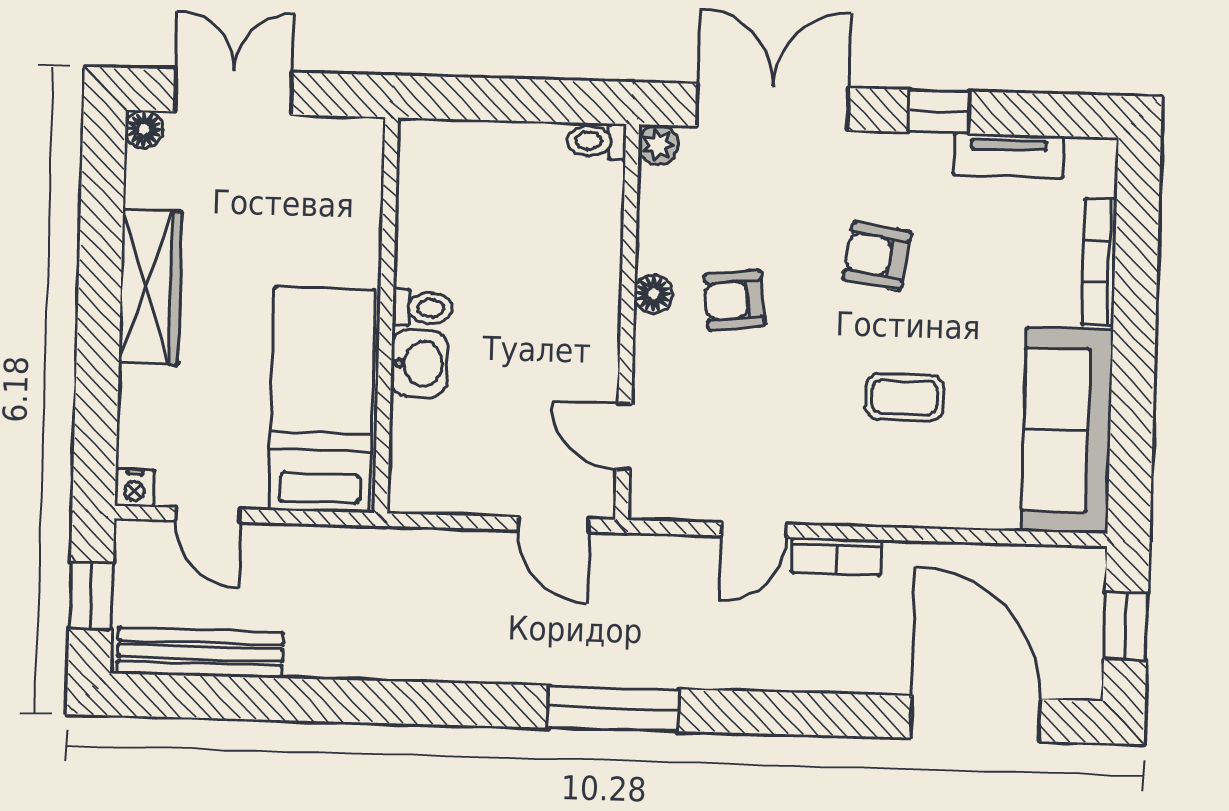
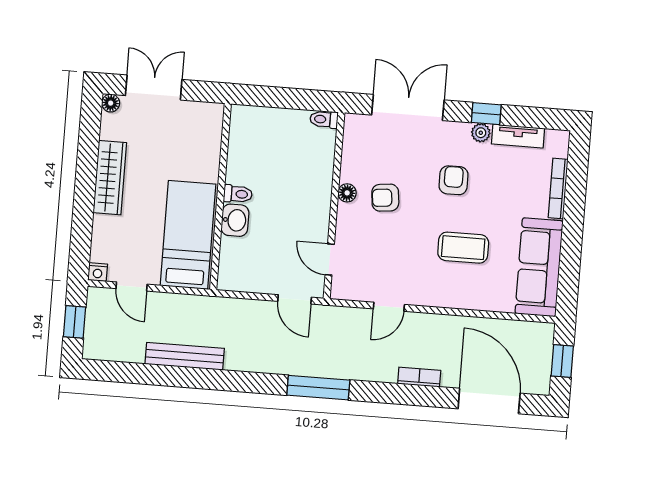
plant: (658, 145) -> (481, 133), moved
armchair: (877, 256) -> (453, 180), turned 81
coffee table: (905, 397) -> (463, 248), width x1.36, depth x1.30
bookcase: (836, 556) -> (419, 377), moved, turned 180
bench: (200, 653) -> (185, 356), moved

